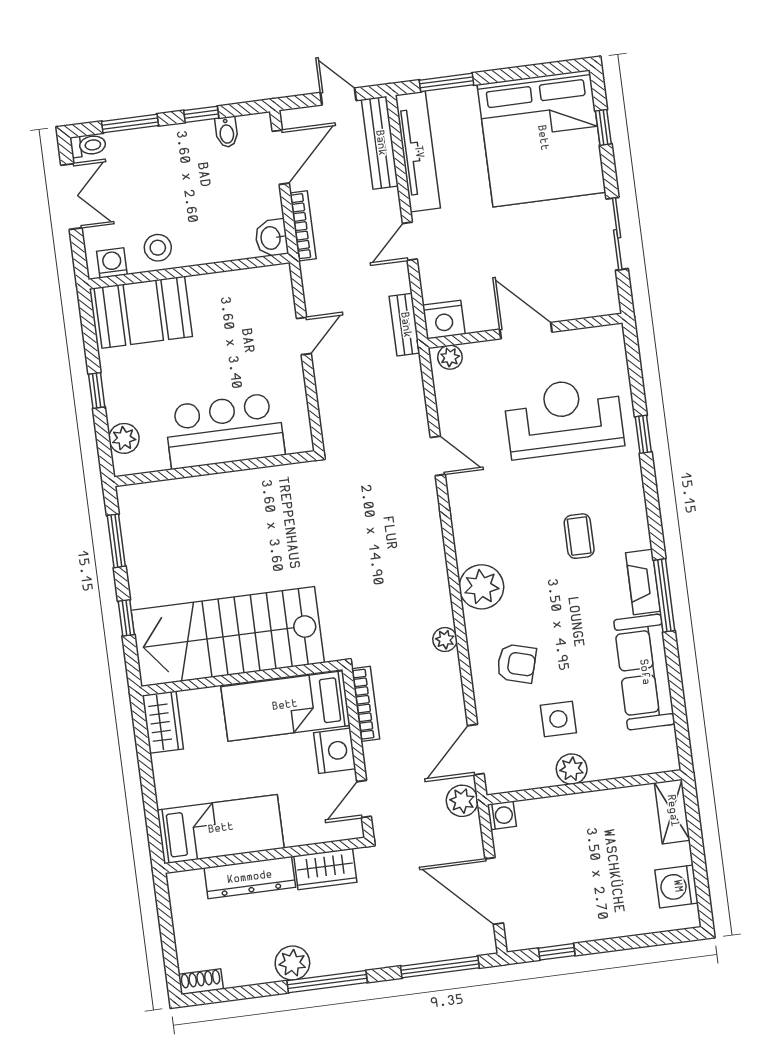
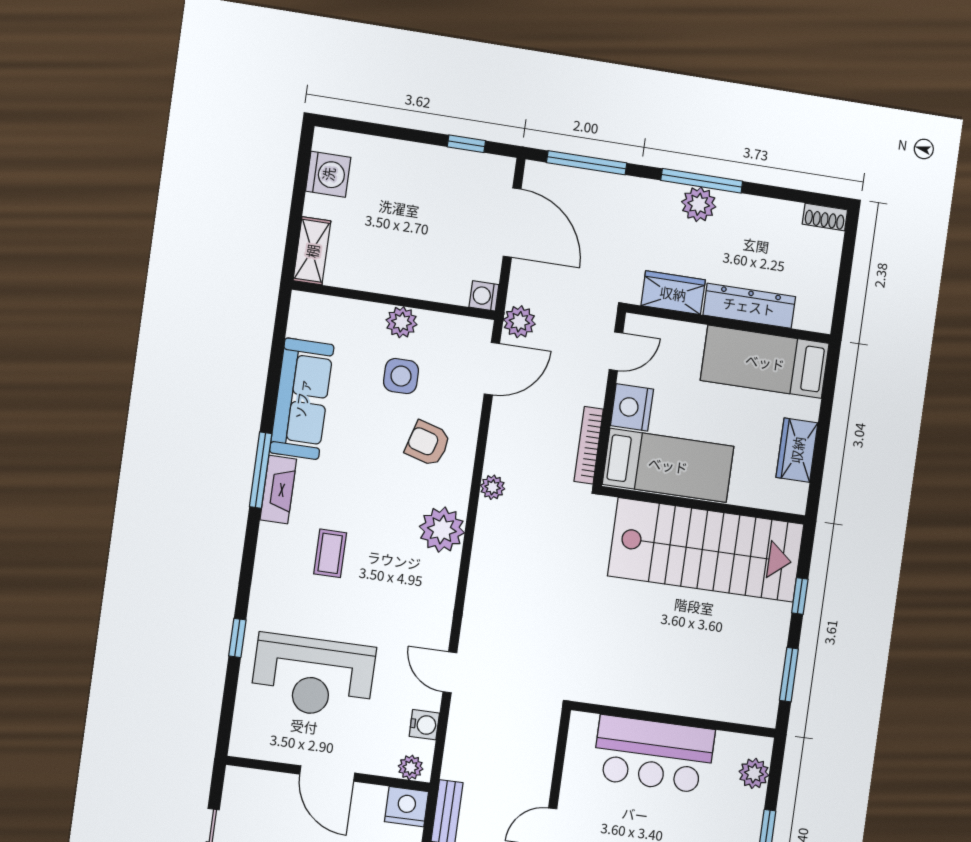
water cooler: (448, 400) -> (424, 725), added
wardrobe: (163, 722) -> (797, 450), moved
plant: (292, 963) -> (699, 204), moved

